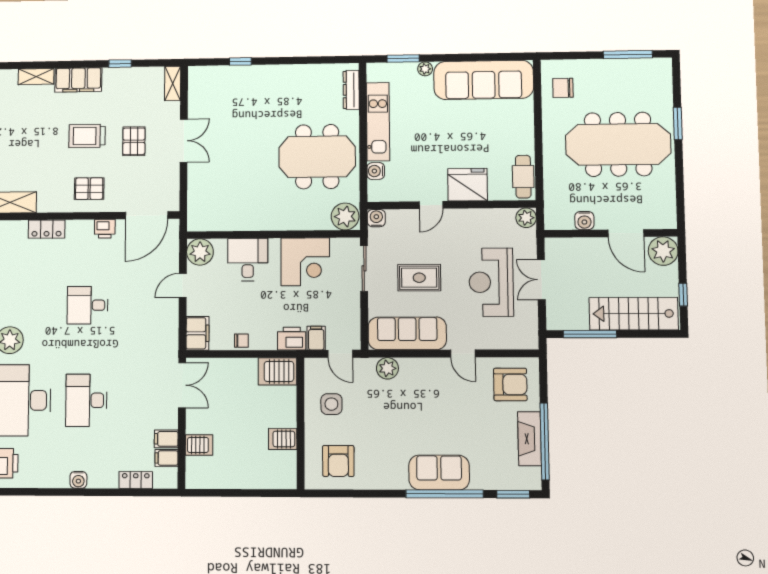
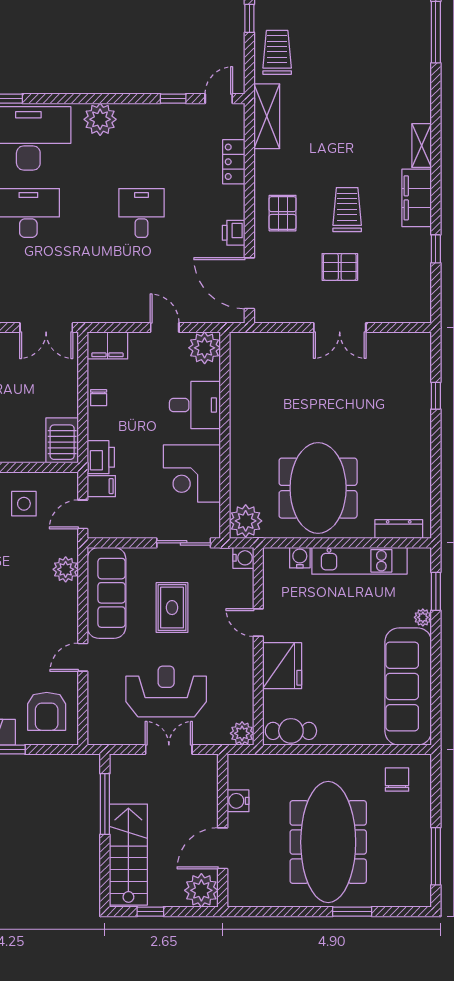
shelving: (173, 84) -> (410, 313), removed

